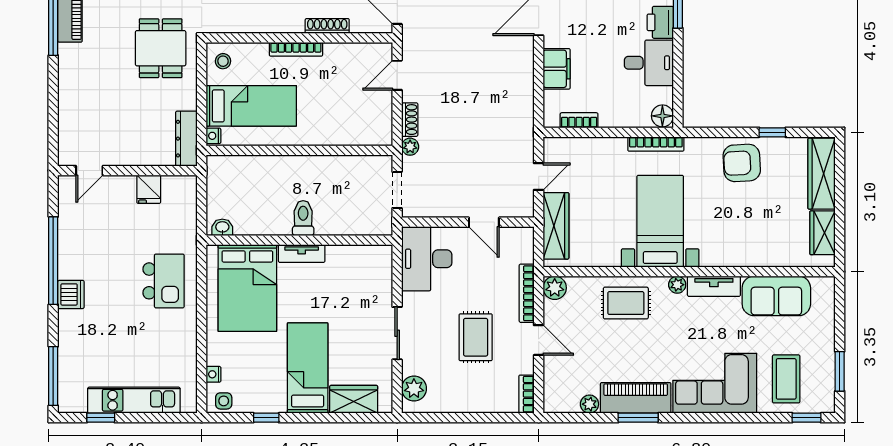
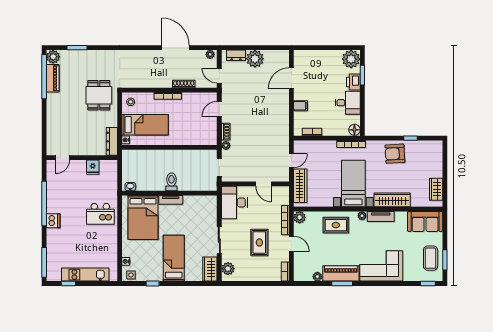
filing cabinet: (557, 69) -> (301, 106), width x0.50
wardrobe: (821, 174) -> (392, 200), moved, turned 90
kitchen island: (164, 281) -> (100, 214), turned 90
sofa: (776, 296) -> (425, 221), moved
coffee table: (786, 379) -> (431, 258), moved
wardrobe: (354, 399) -> (210, 269), moved, turned -90

